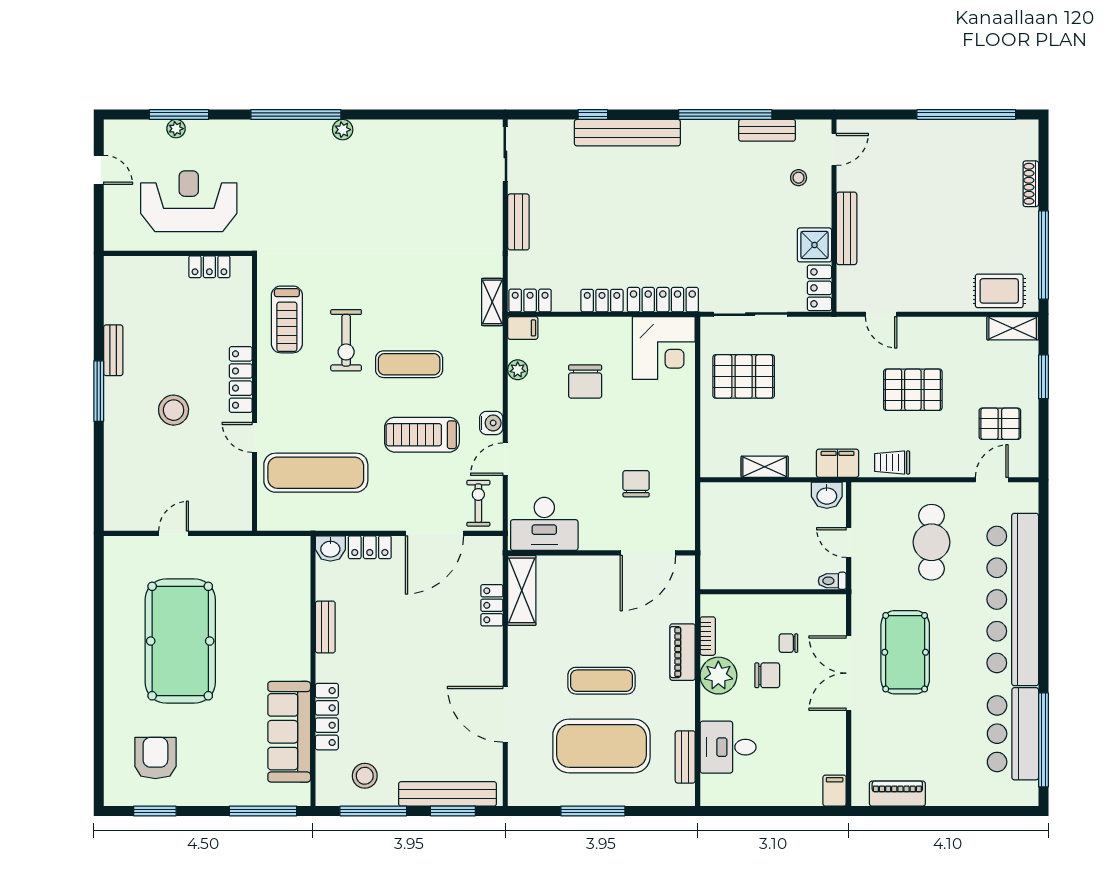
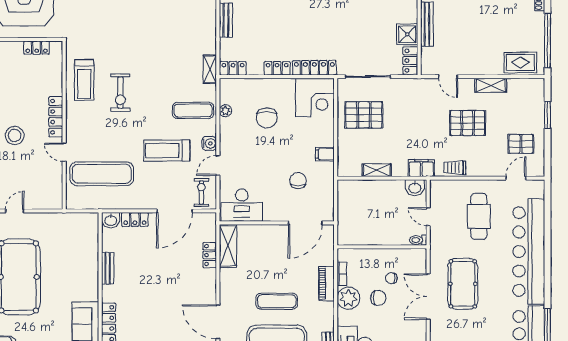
filing cabinet: (523, 328) -> (325, 154), moved, turned 180
shelving: (1013, 328) -> (491, 85), moved
exercise mat: (409, 364) -> (193, 110), moved

